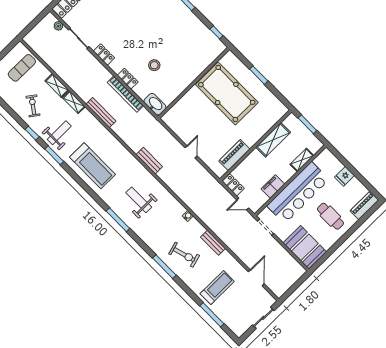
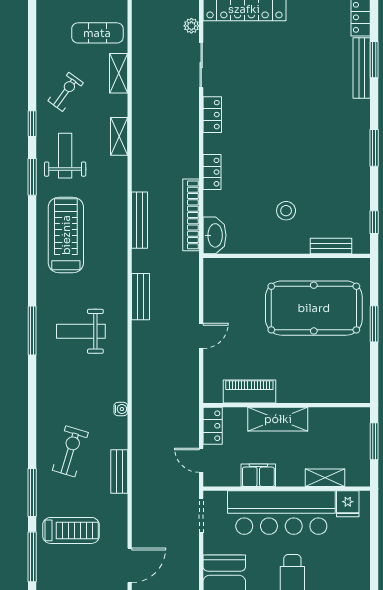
bench: (208, 60) -> (331, 246), added
stool: (154, 65) -> (286, 211), moved
shelving: (57, 86) -> (119, 73), moved
pool table: (227, 93) -> (314, 308), turned 90
bookcase: (125, 94) -> (191, 215), moved
bench: (101, 113) -> (139, 220), moved
weight bench: (59, 133) -> (65, 156), turned -90
shelving: (273, 140) -> (278, 419), moved
treadmill: (92, 166) -> (66, 235), turned 180
fridge: (345, 176) -> (348, 504), moved, turned -90
weight bench: (139, 200) -> (81, 331), turned -90
exercise bike: (184, 255) -> (70, 451), turned -147
window: (164, 267) -> (32, 493), moved

